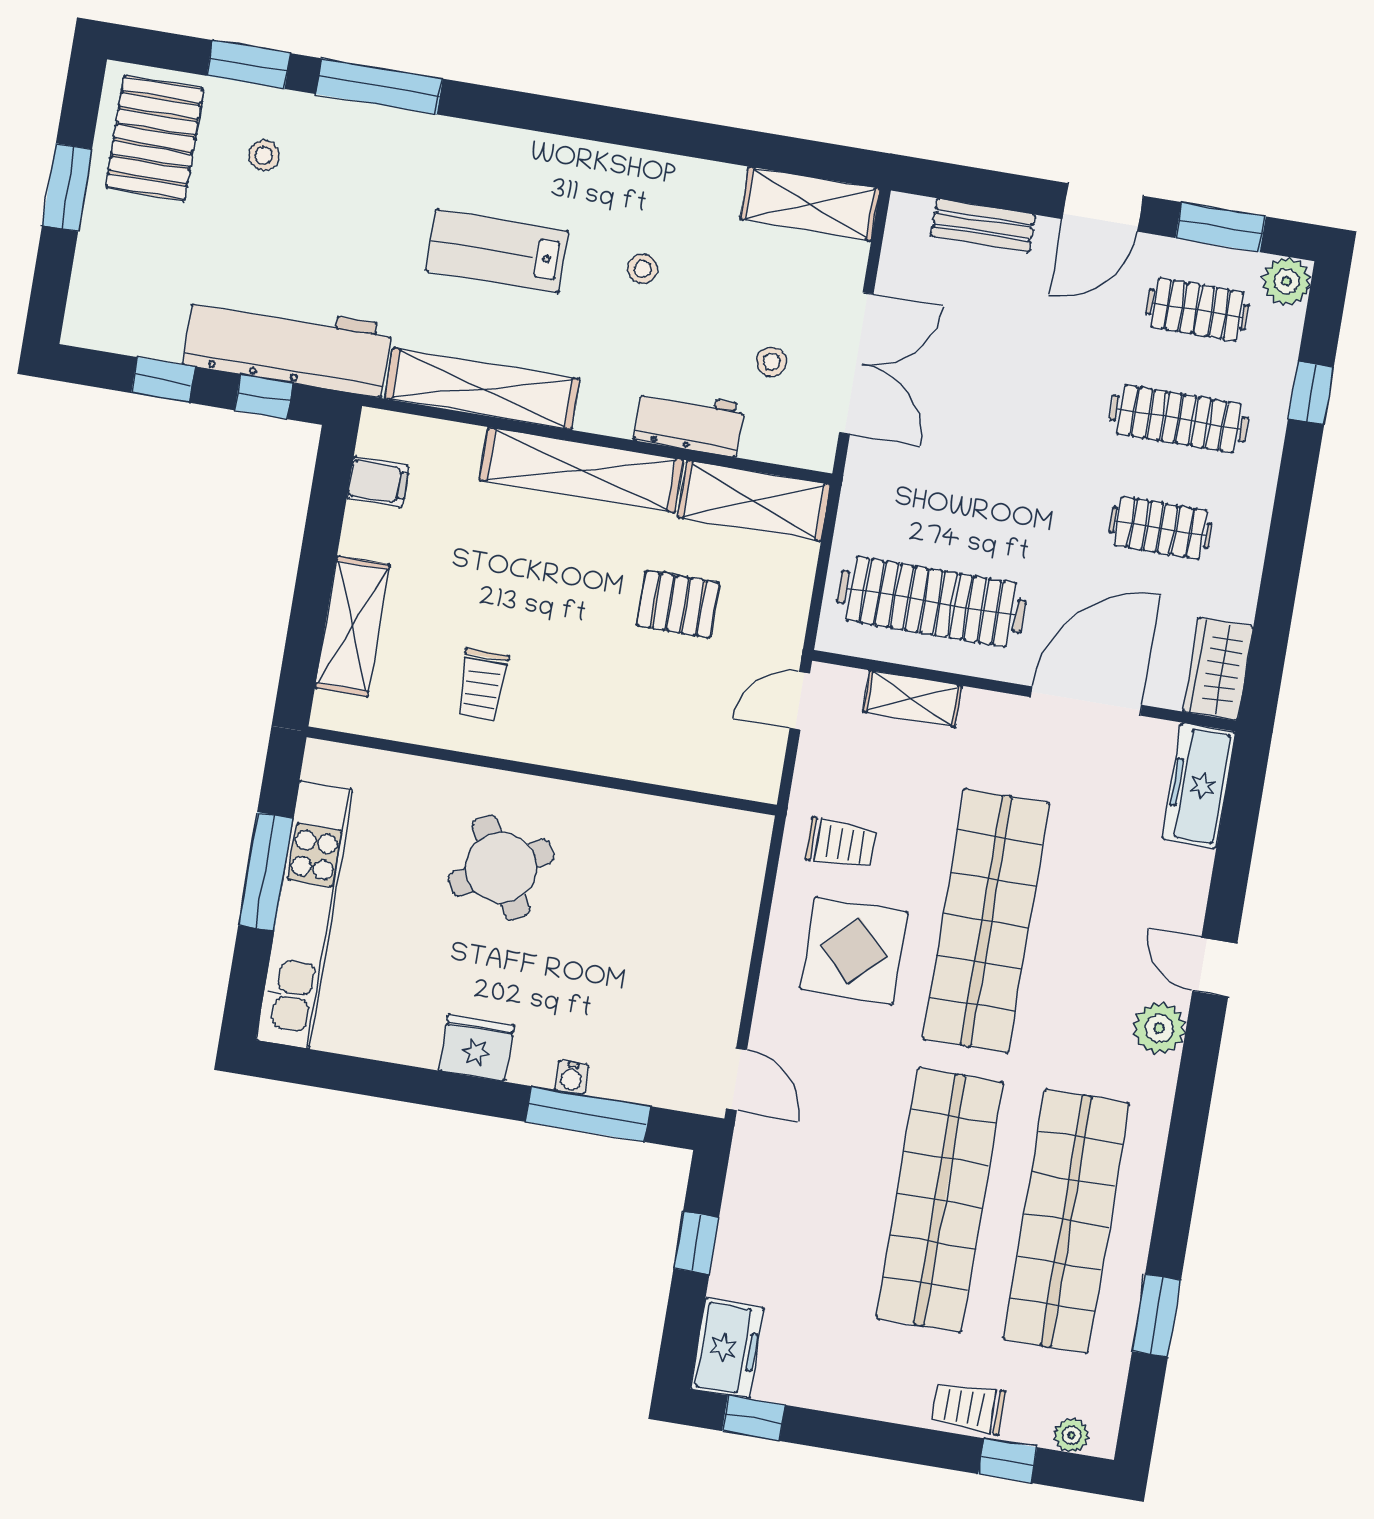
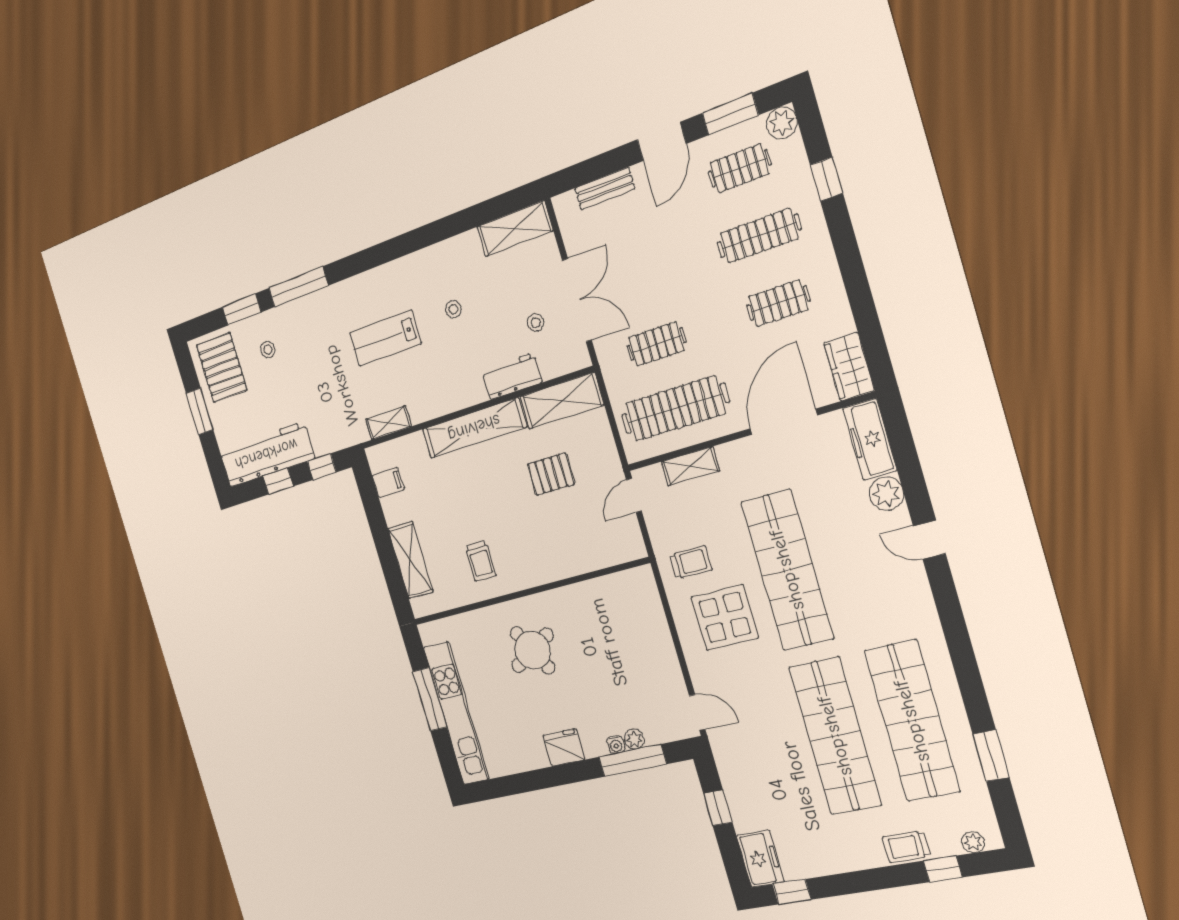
workbench: (288, 345) -> (266, 454), moved
shelving: (482, 389) -> (388, 423), width x0.45, depth x0.75
clothes rail: (949, 493) -> (656, 344), added
plant: (1159, 1028) -> (886, 494), moved
plant: (608, 1081) -> (634, 739), added

